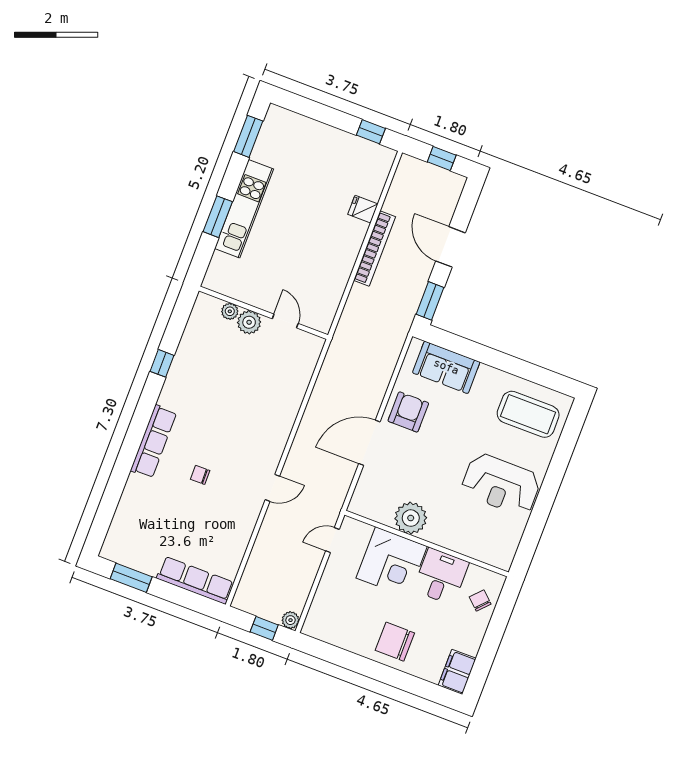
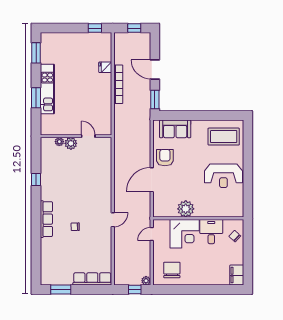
chair: (395, 642) -> (172, 270), moved, turned 90

